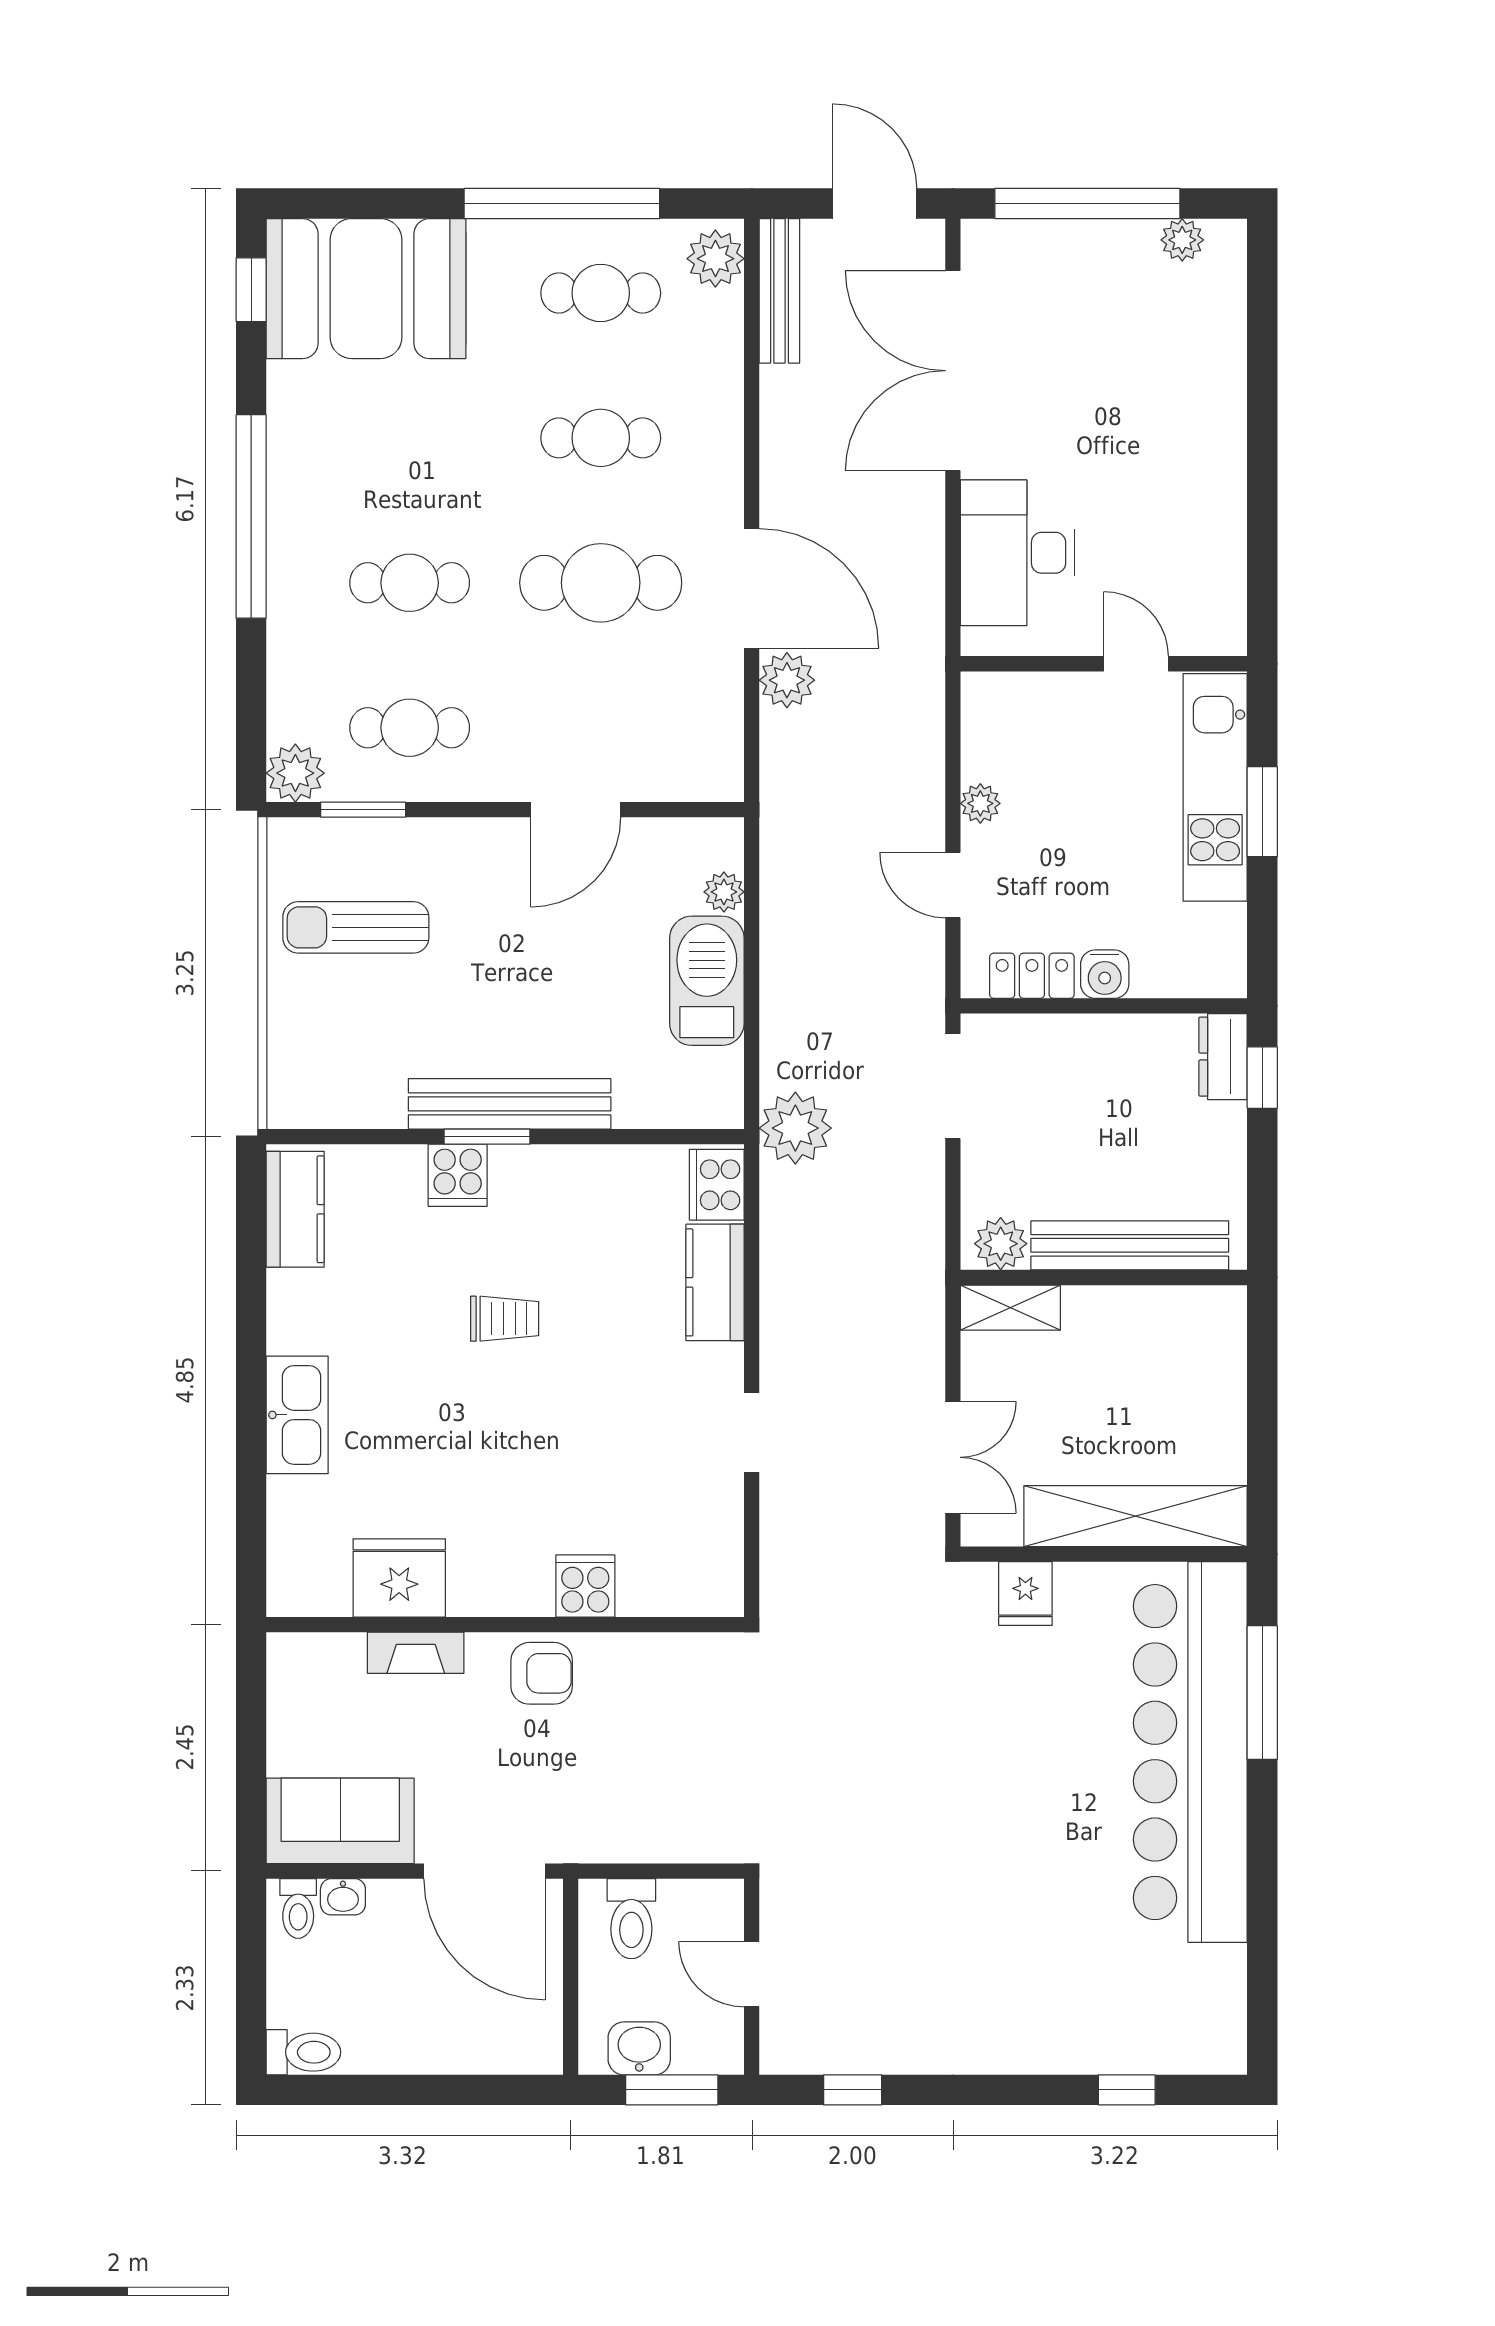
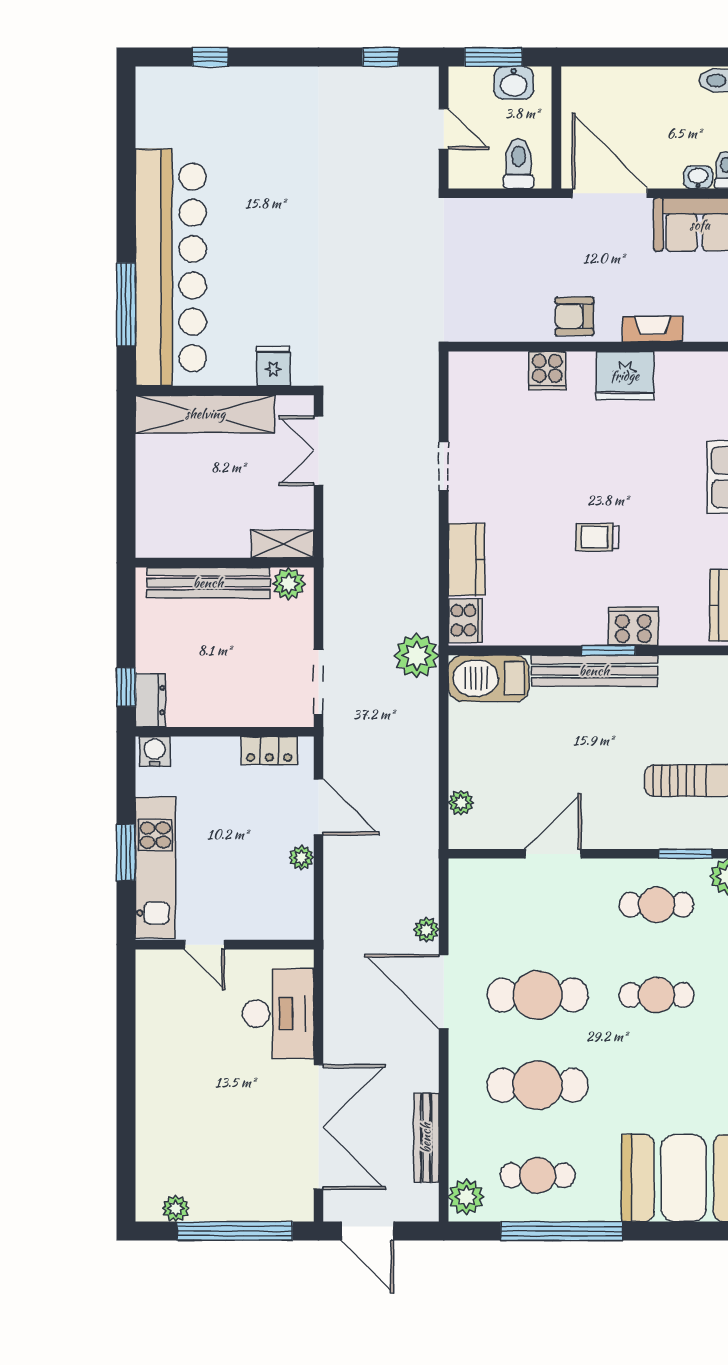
bench: (779, 291) -> (426, 1138), moved
cafe table: (601, 438) -> (538, 1085), width x1.37, depth x1.35
plant: (787, 680) -> (426, 930), width x0.73, depth x0.73
door: (953, 885) -> (318, 807), width x1.38
water cooler: (1105, 974) -> (155, 751), moved
barbecue: (707, 981) -> (489, 678), moved, turned 90
cooker: (458, 1175) -> (633, 626), width x1.36
fridge: (399, 1578) -> (625, 376), moved

